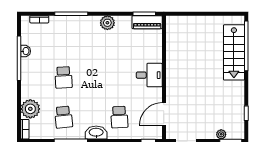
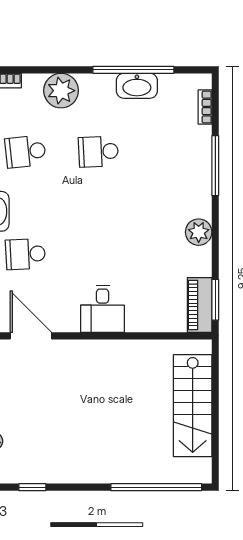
washbasin: (26, 51) -> (137, 86), width x1.91, depth x1.45
stairs: (234, 52) -> (193, 406), moved, turned -90
plant: (30, 109) -> (61, 91), moved

